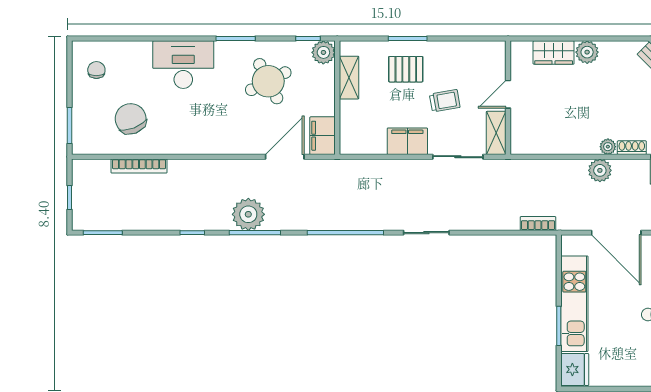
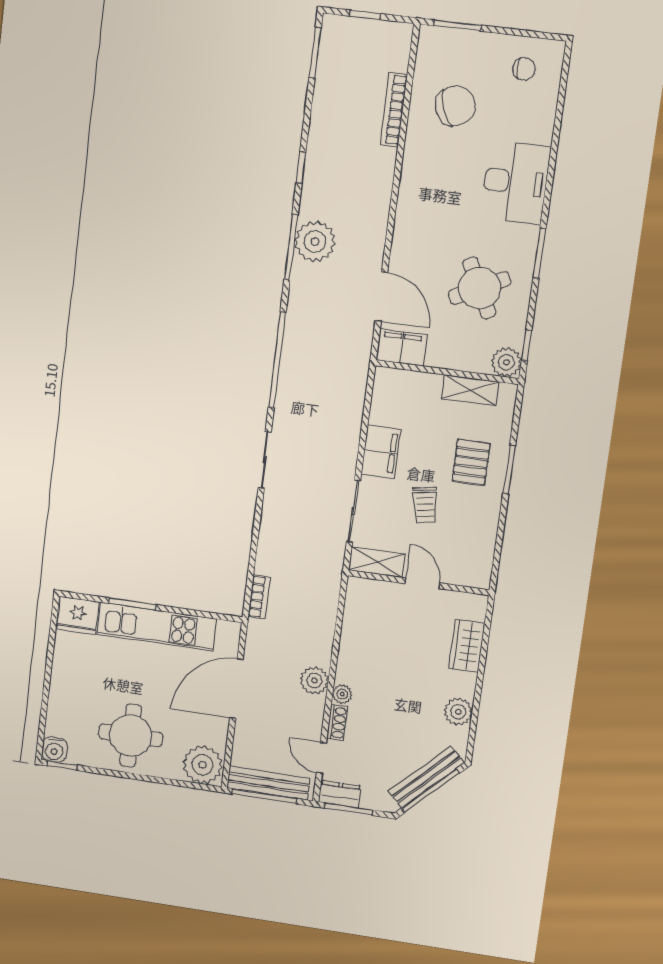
plant: (587, 52) -> (458, 712), moved

